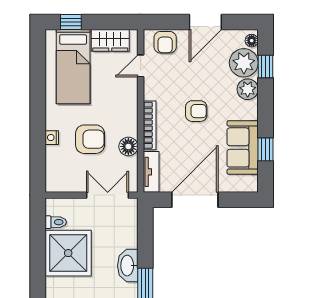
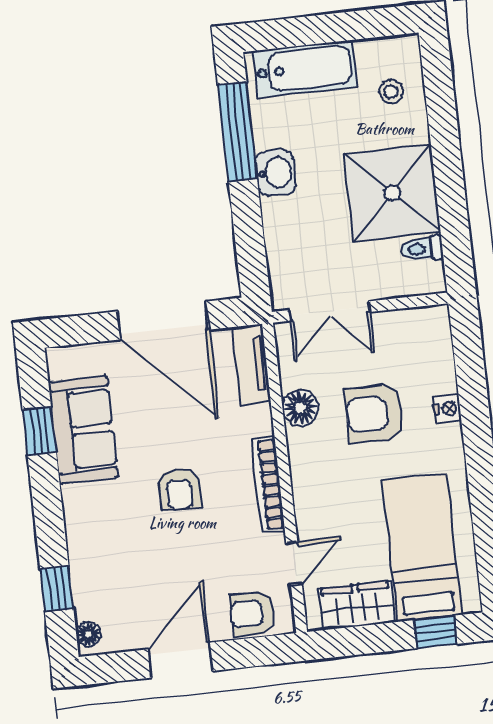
armchair: (165, 42) -> (252, 613), turned -90
plant: (244, 63) -> (99, 591), removed
plant: (248, 89) -> (86, 541), removed
armchair: (196, 111) -> (179, 489), turned -90
bookcase: (150, 125) -> (268, 485), moved
door: (195, 200) -> (163, 321), hinge flipped
washbasin: (128, 266) -> (276, 173), width x0.72

